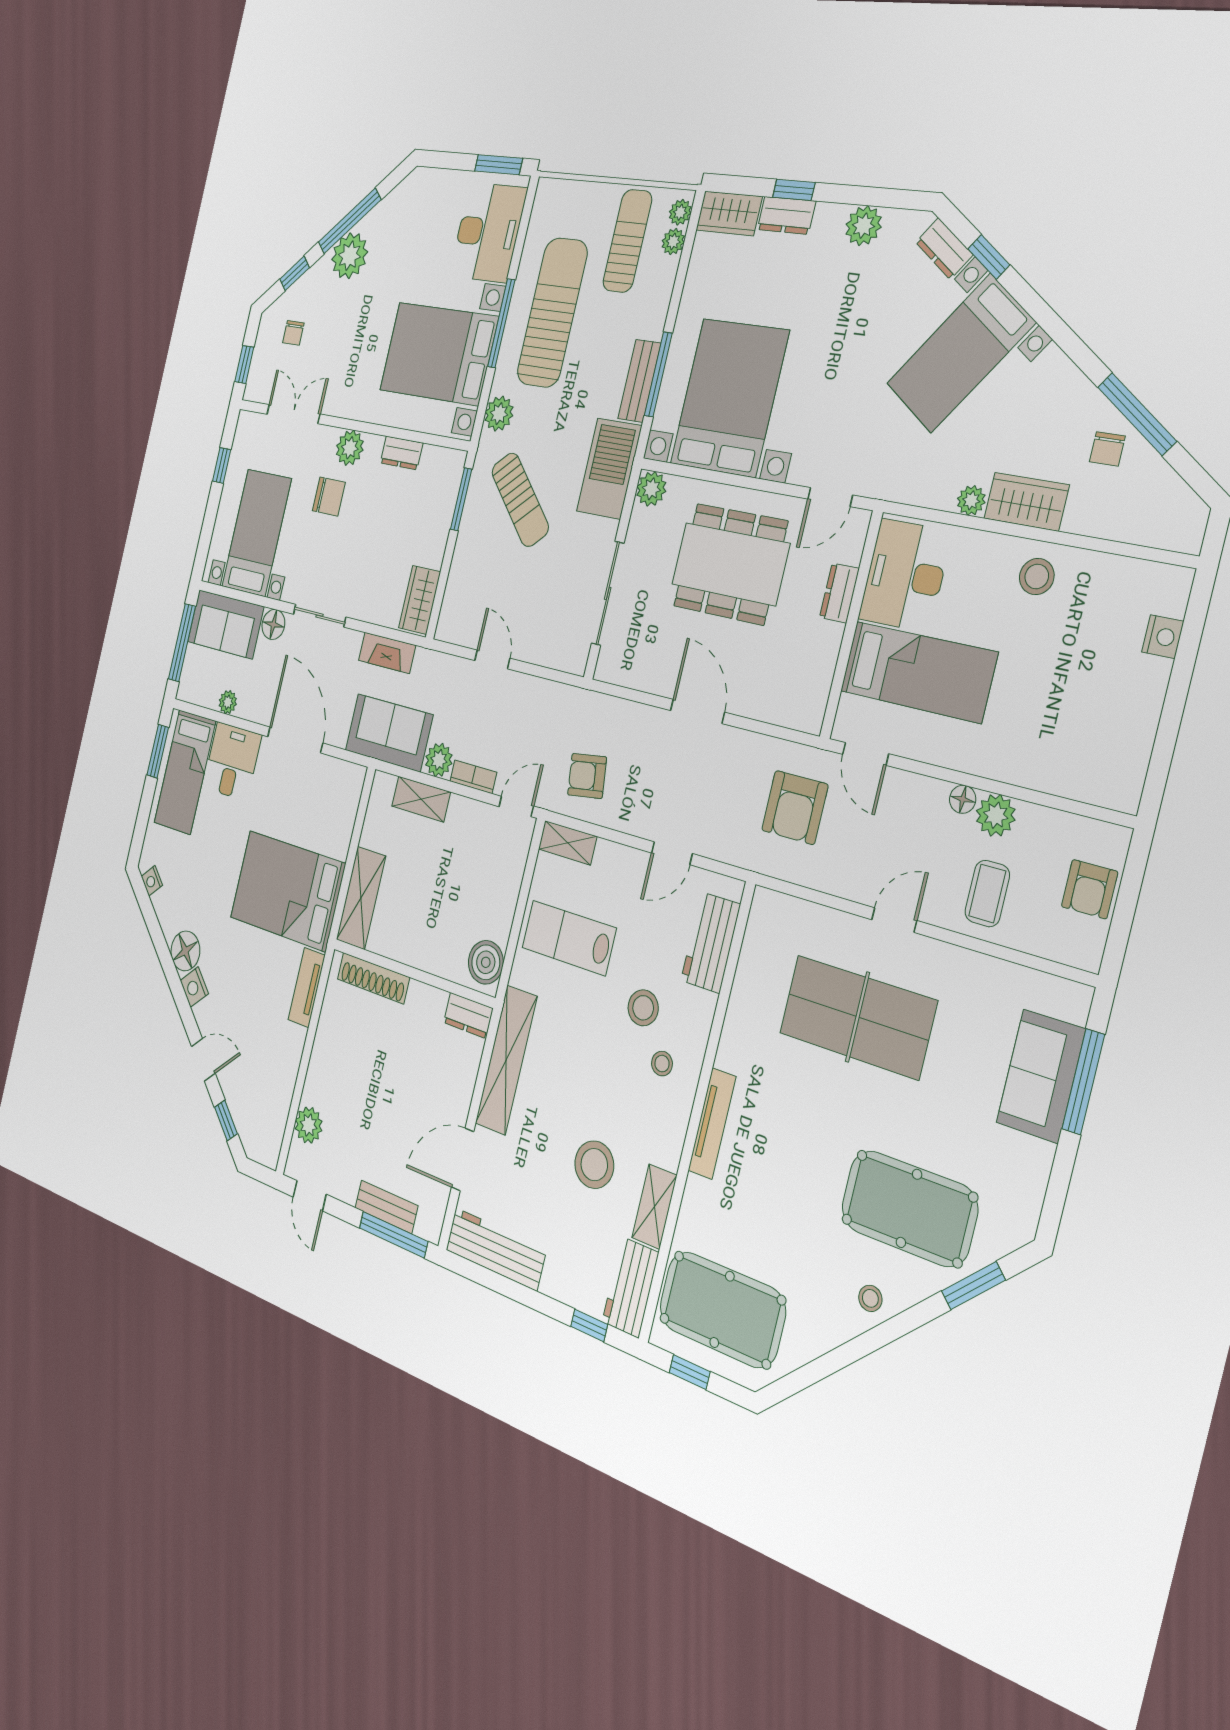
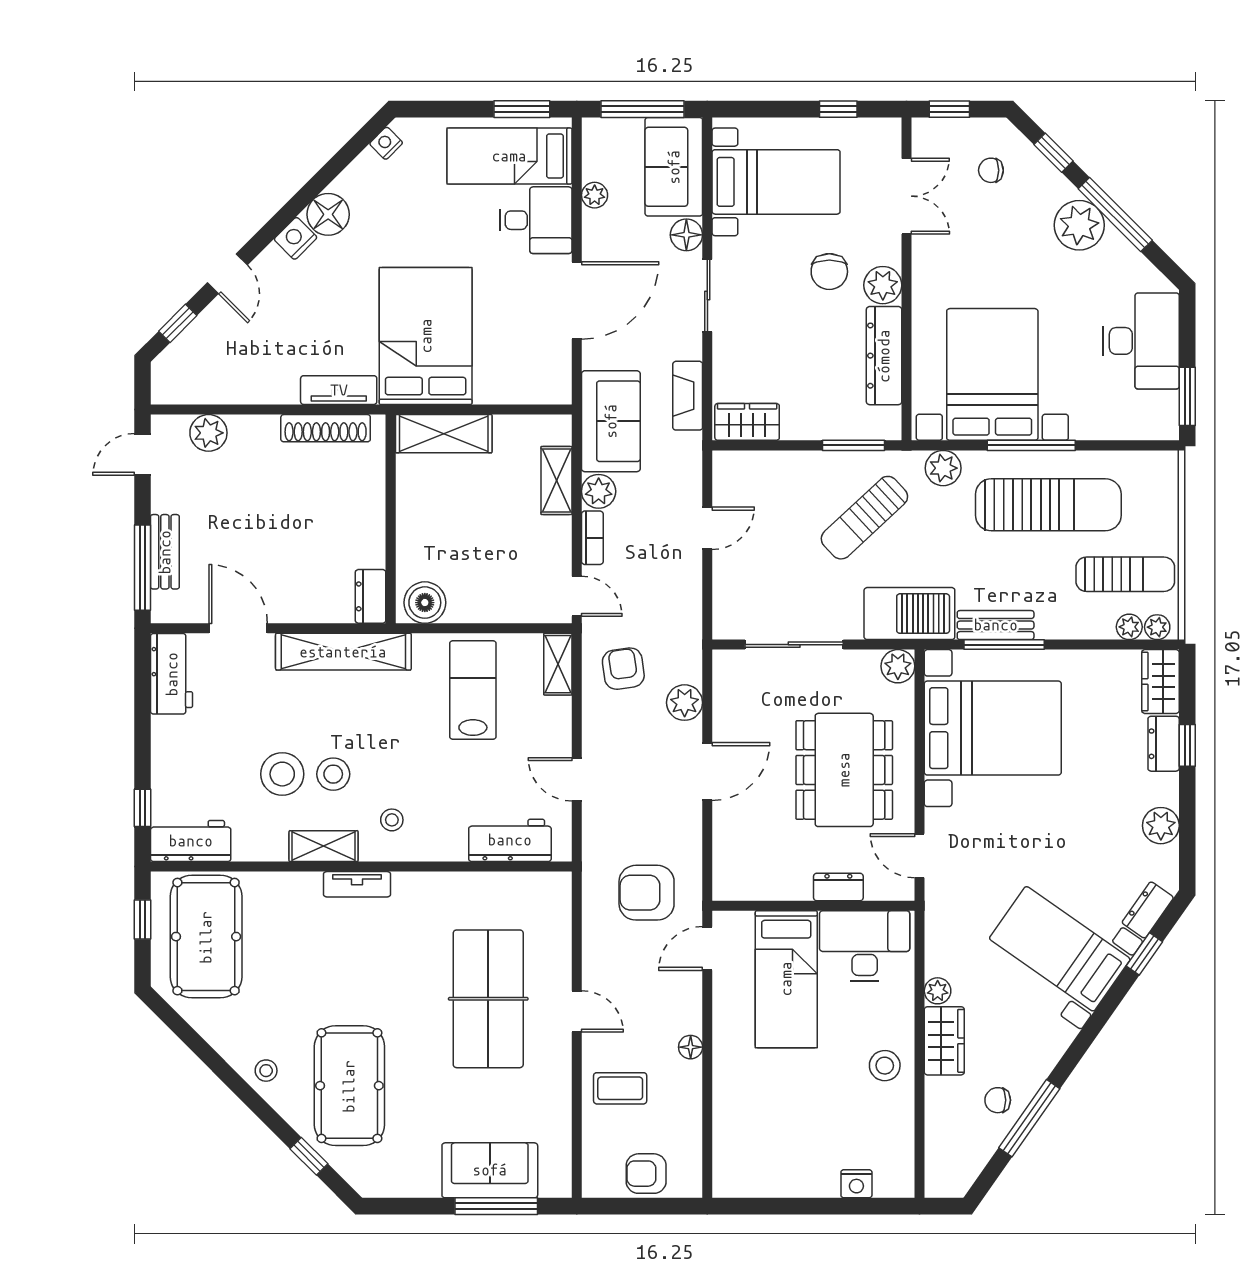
desk: (488, 232) -> (1141, 341), moved, turned -90
dresser: (402, 453) -> (884, 356), width x1.96, depth x1.24
plant: (996, 815) -> (685, 703), moved
shoe rack: (373, 978) -> (326, 428), moved, turned -90
stool: (643, 1008) -> (333, 774), moved
tv unit: (712, 1123) -> (357, 884), width x0.71
shelving: (654, 1207) -> (324, 846), moved
workbench: (496, 1249) -> (172, 674), width x0.73
window: (973, 1286) -> (309, 1156), width x0.67

